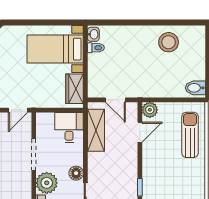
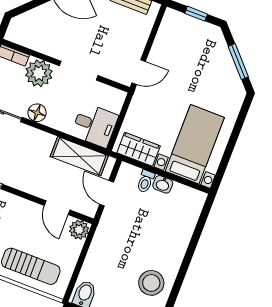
washbasin: (93, 34) -> (163, 184), moved
toilet: (96, 48) -> (146, 181), moved
door: (115, 100) -> (107, 193), hinge flipped
door: (18, 110) -> (139, 72), swing flipped

